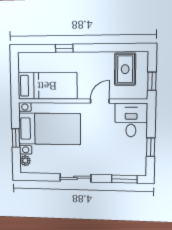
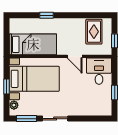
door: (100, 101) -> (75, 56), swing flipped
window: (124, 179) -> (26, 119), moved

